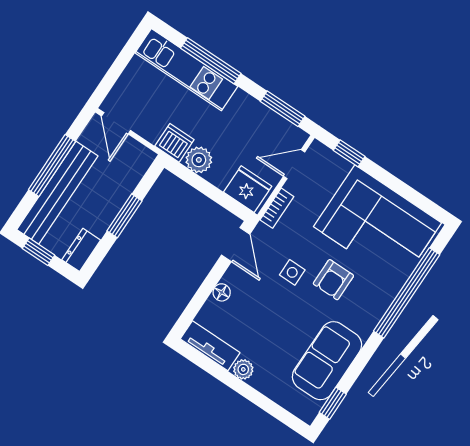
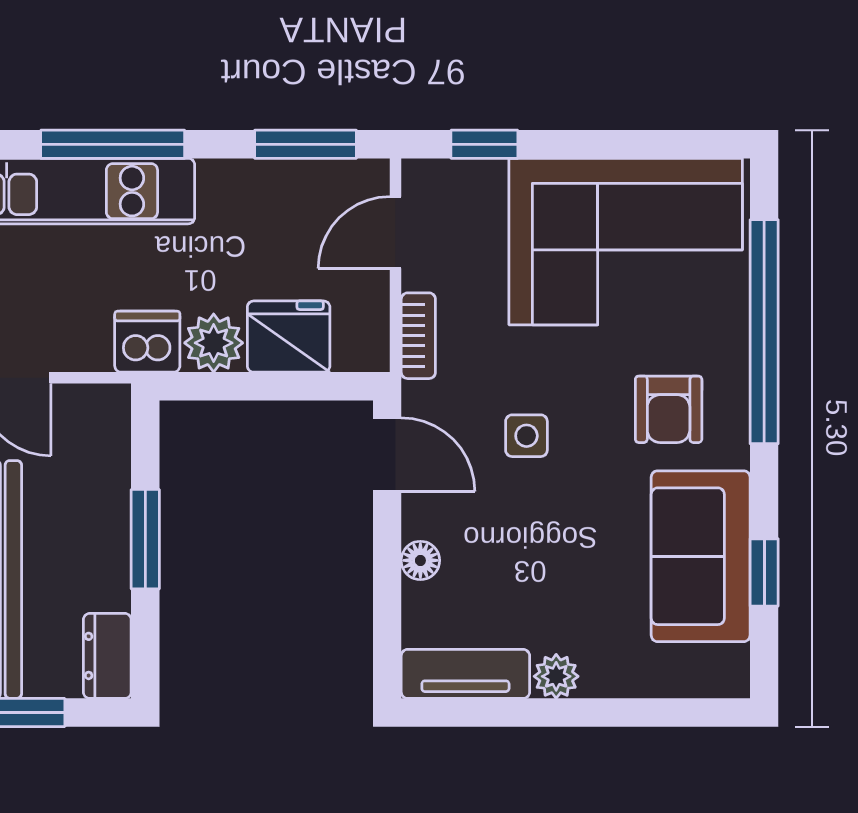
fridge: (248, 189) -> (289, 337), moved
armchair: (333, 280) -> (669, 409), moved
window: (333, 403) -> (764, 572), moved

